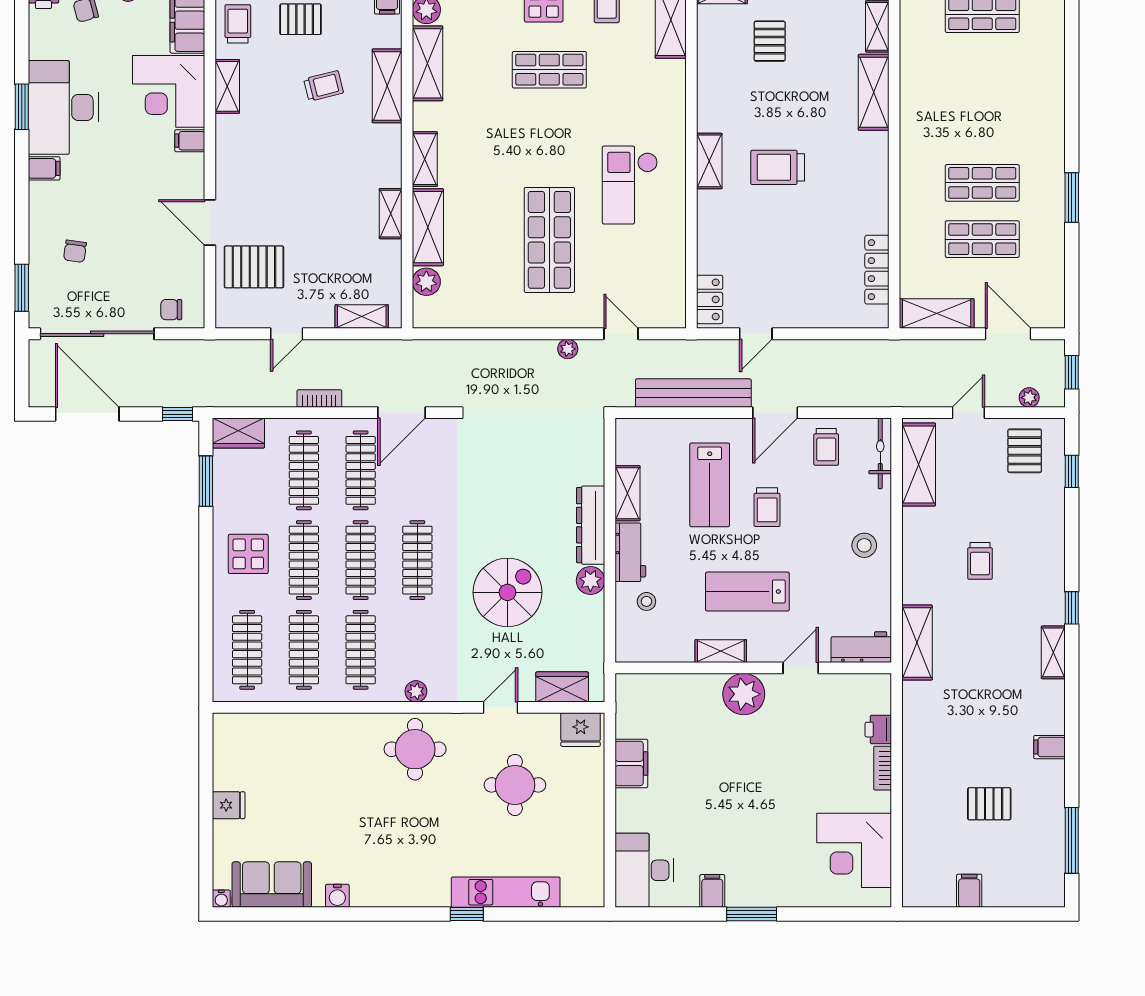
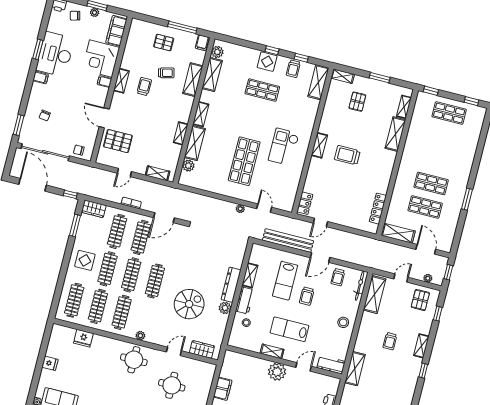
trolley: (238, 24) -> (144, 87), moved
shelving: (227, 86) -> (121, 81), moved
shelving: (1053, 652) -> (421, 346), moved
fridge: (581, 730) -> (83, 338), moved

